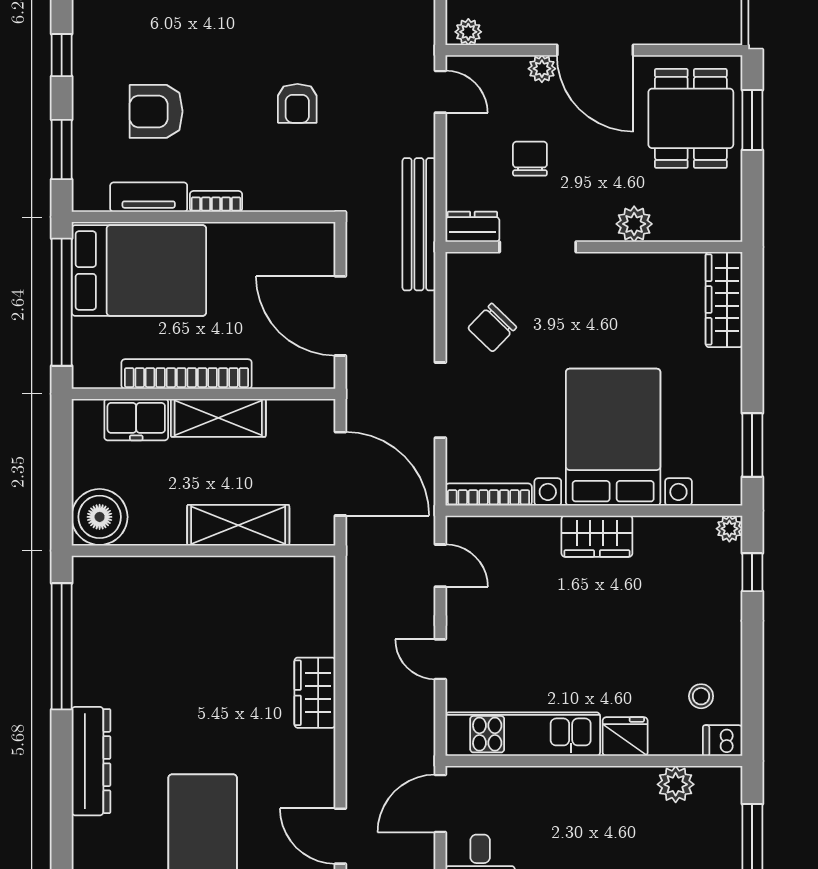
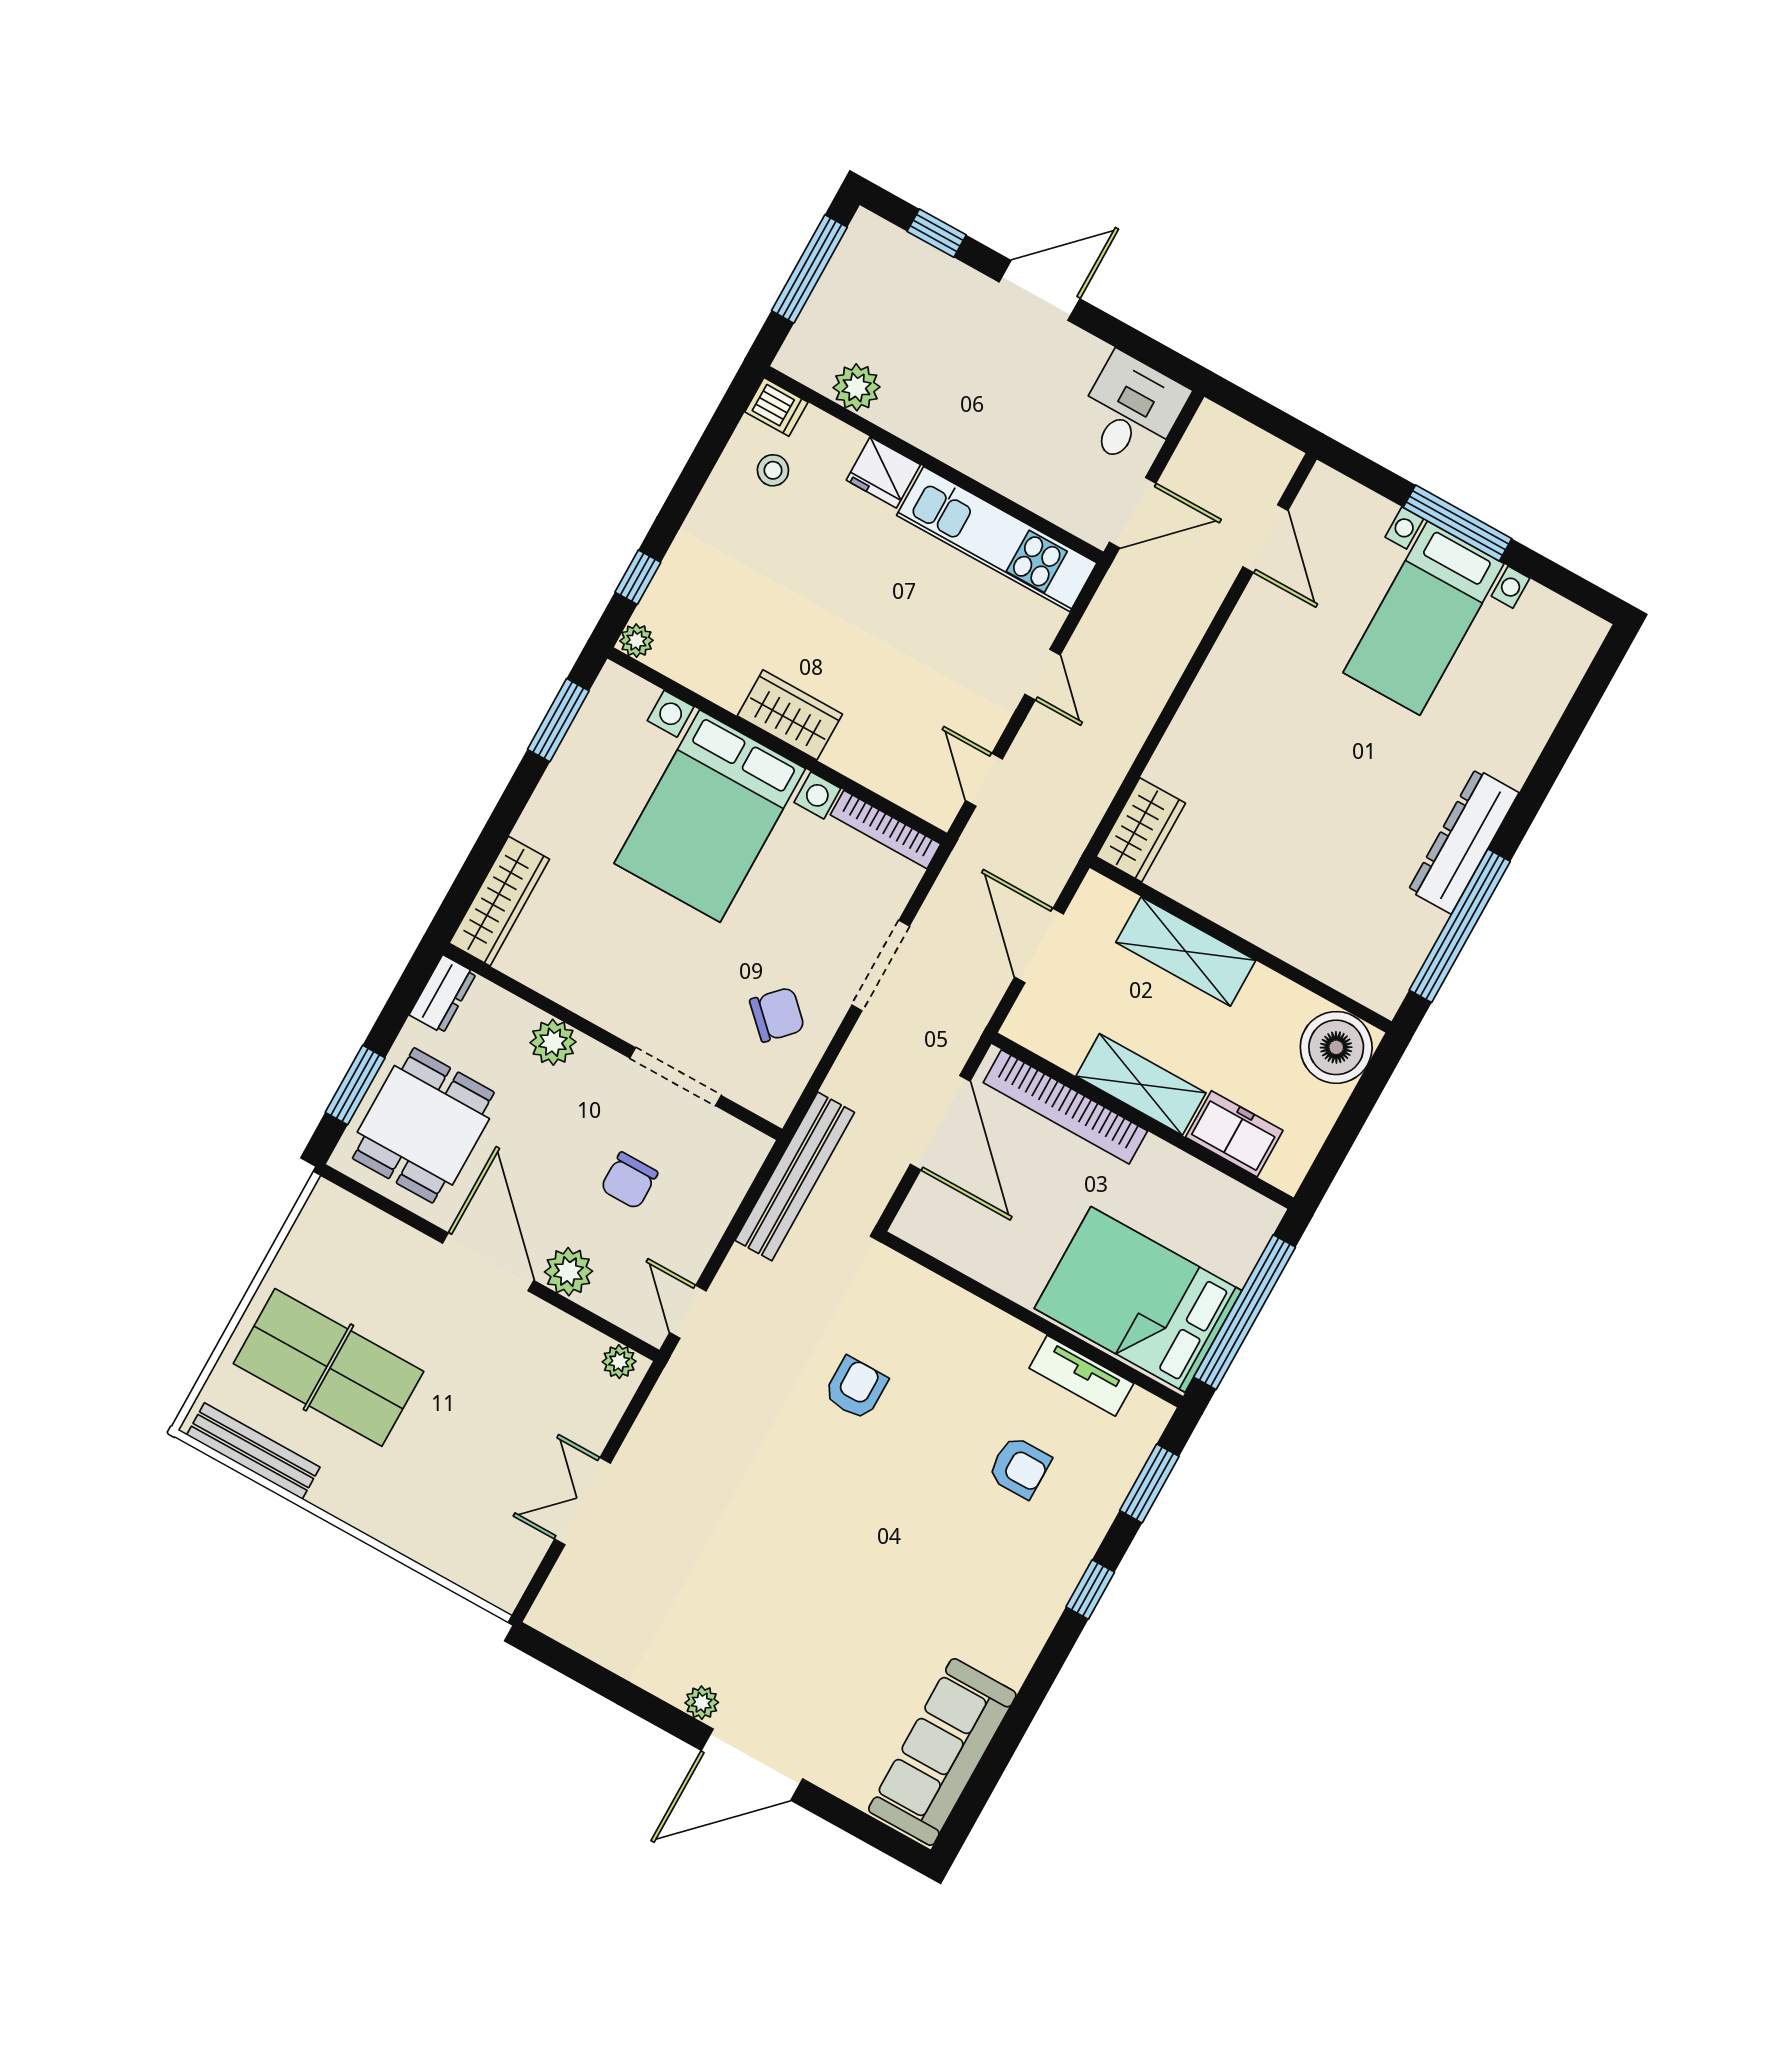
plant: (542, 69) -> (568, 1272), width x1.38, depth x1.38
armchair: (156, 111) -> (1019, 1467), width x0.72, depth x0.72
bookcase: (216, 201) -> (1008, 1329), removed
dresser: (472, 227) -> (443, 994), moved, turned -90
bookcase: (187, 374) -> (1065, 1107), moved
door: (340, 474) -> (1039, 945), width x0.73
wardrobe: (315, 693) -> (1141, 830), moved
dresser: (91, 761) -> (1464, 841), moved

